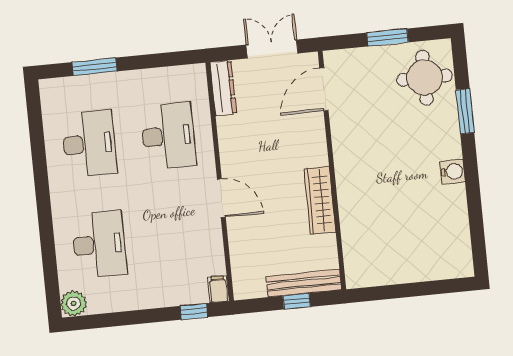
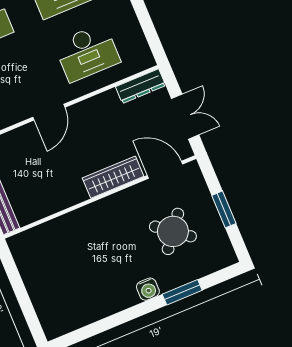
round table: (424, 78) -> (173, 231), moved, turned 38
water cooler: (453, 172) -> (148, 289), moved
wardrobe: (320, 200) -> (113, 177), moved

